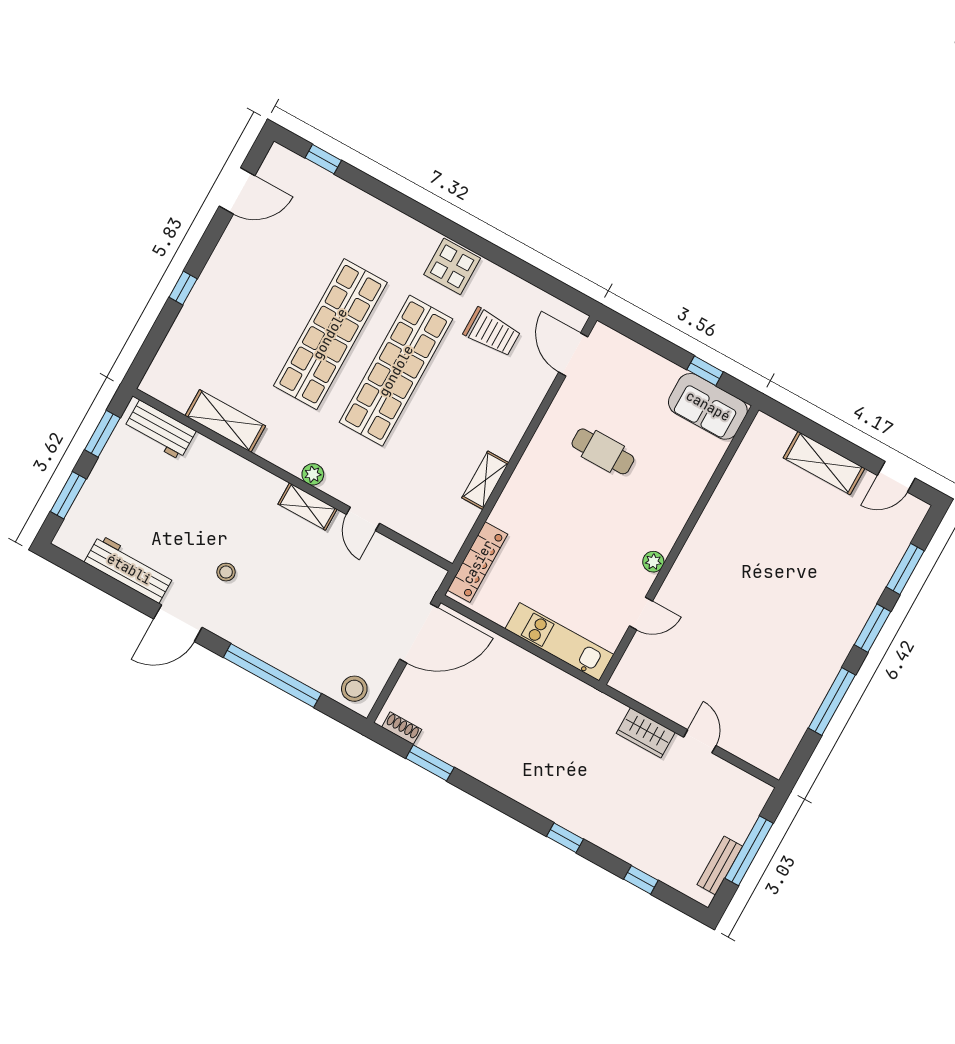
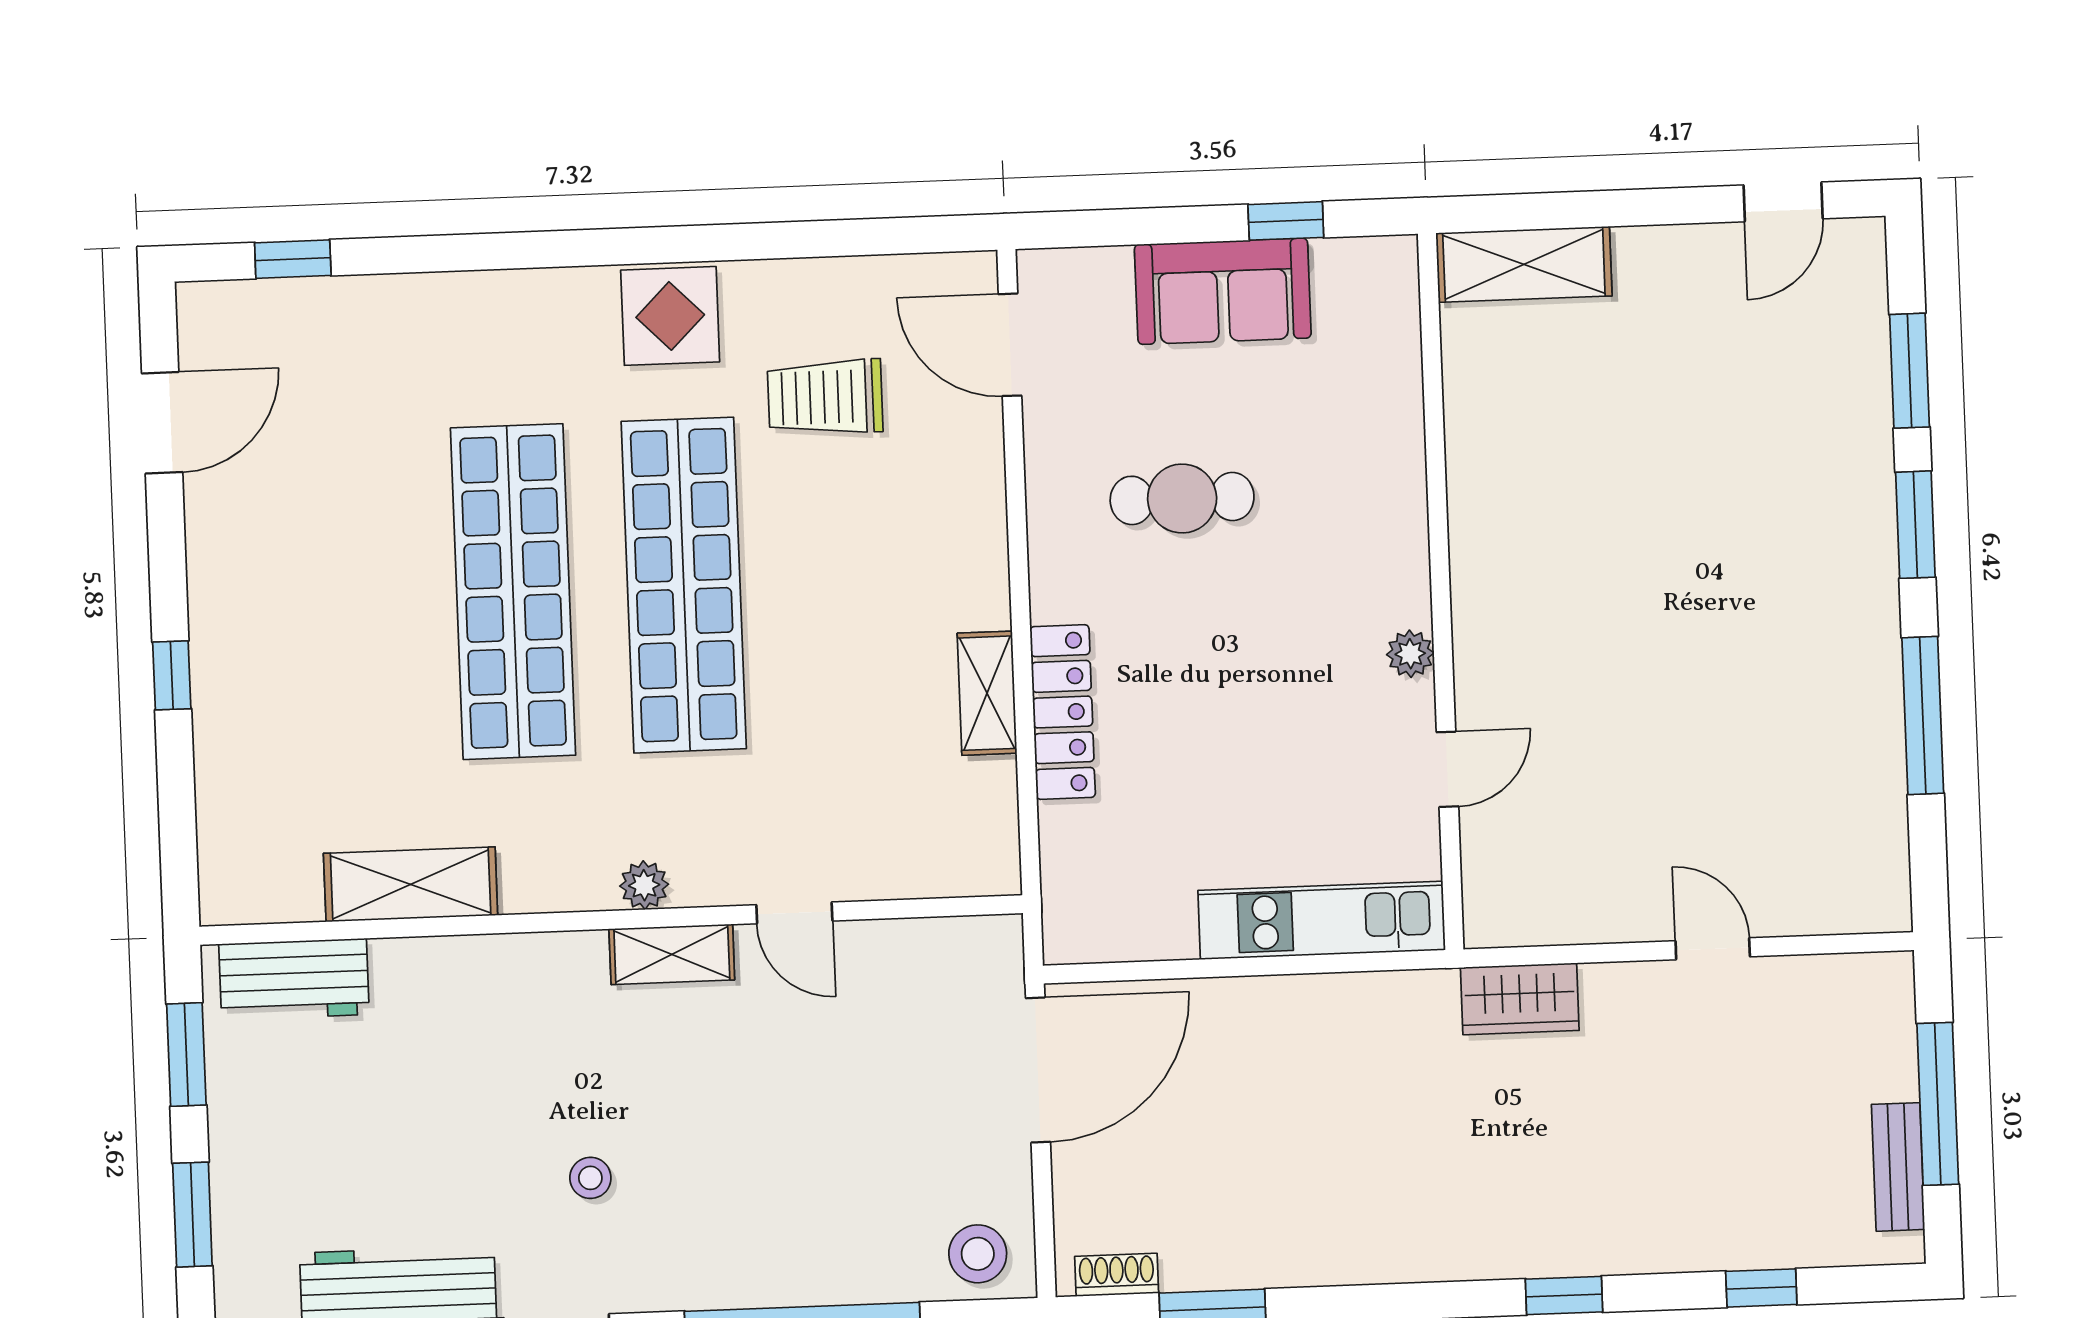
trolley: (492, 332) -> (825, 397), turned 180
sofa: (708, 406) -> (1223, 291), moved
shelving: (824, 463) -> (1524, 264), moved
locker: (478, 562) -> (1063, 712), moved
wardrobe: (646, 733) -> (1520, 999), moved

